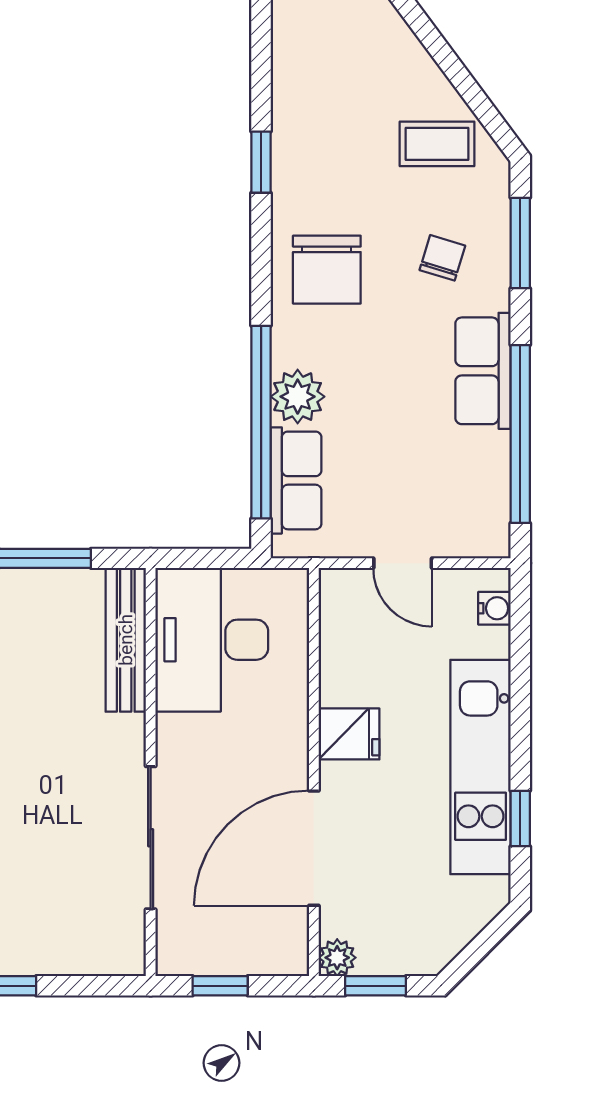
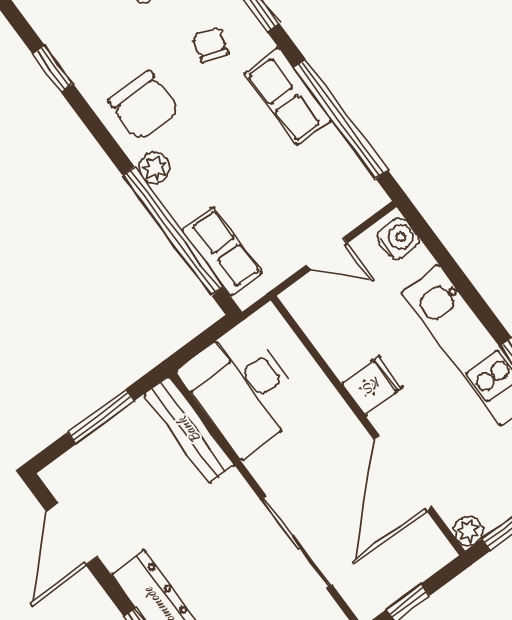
plant: (298, 397) -> (154, 168), moved, width x0.73, depth x0.73
water cooler: (494, 608) -> (398, 239), width x1.38, depth x1.38

